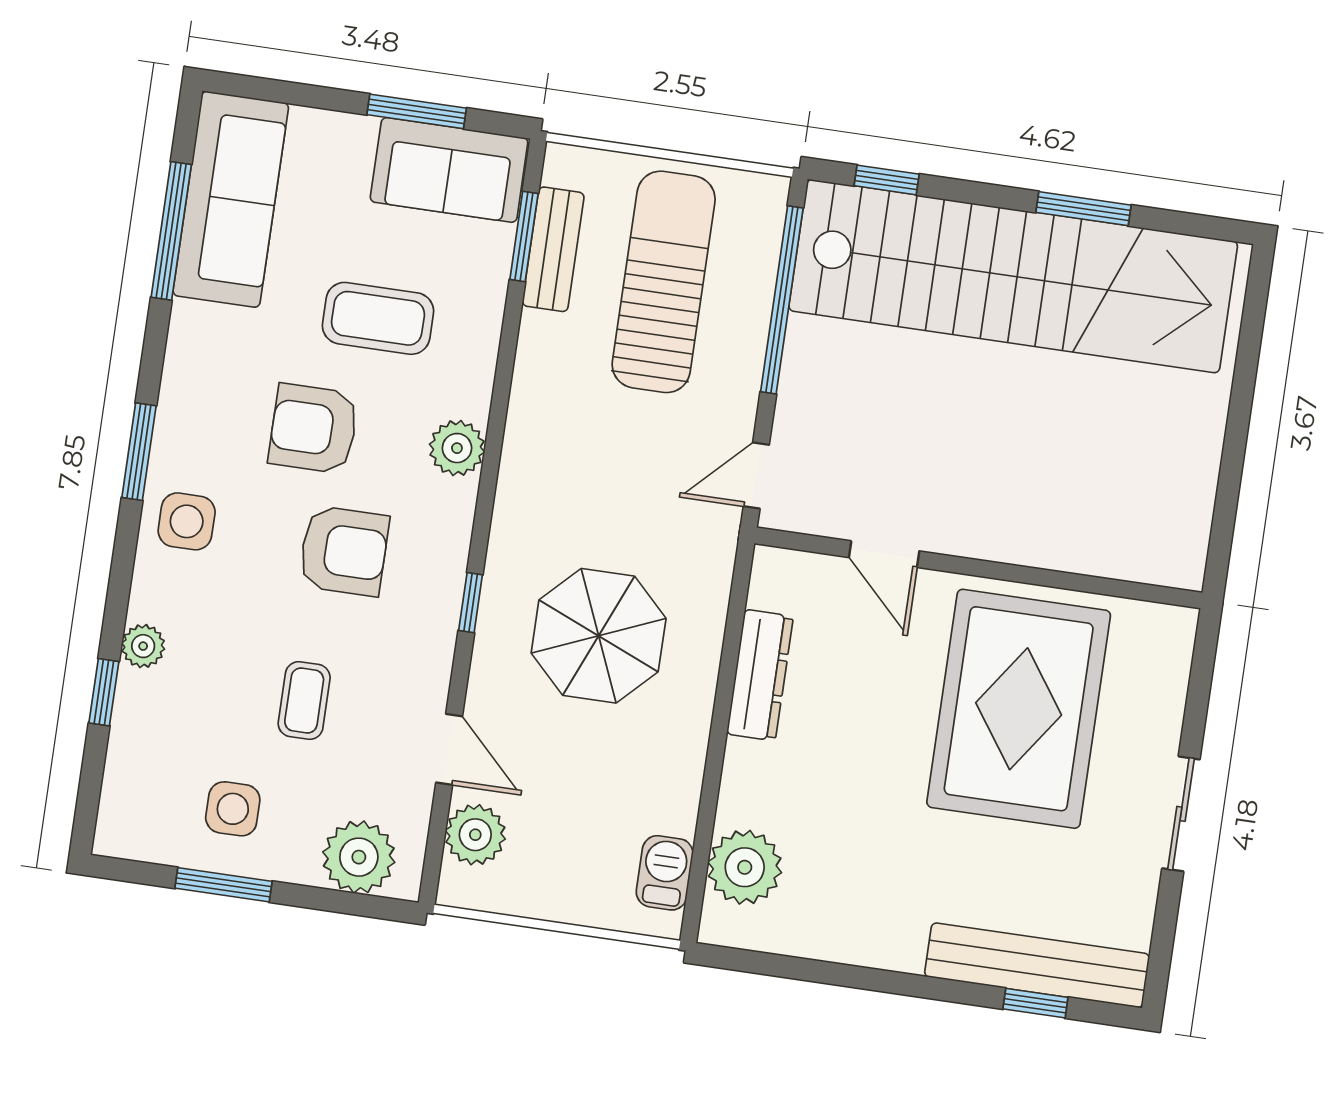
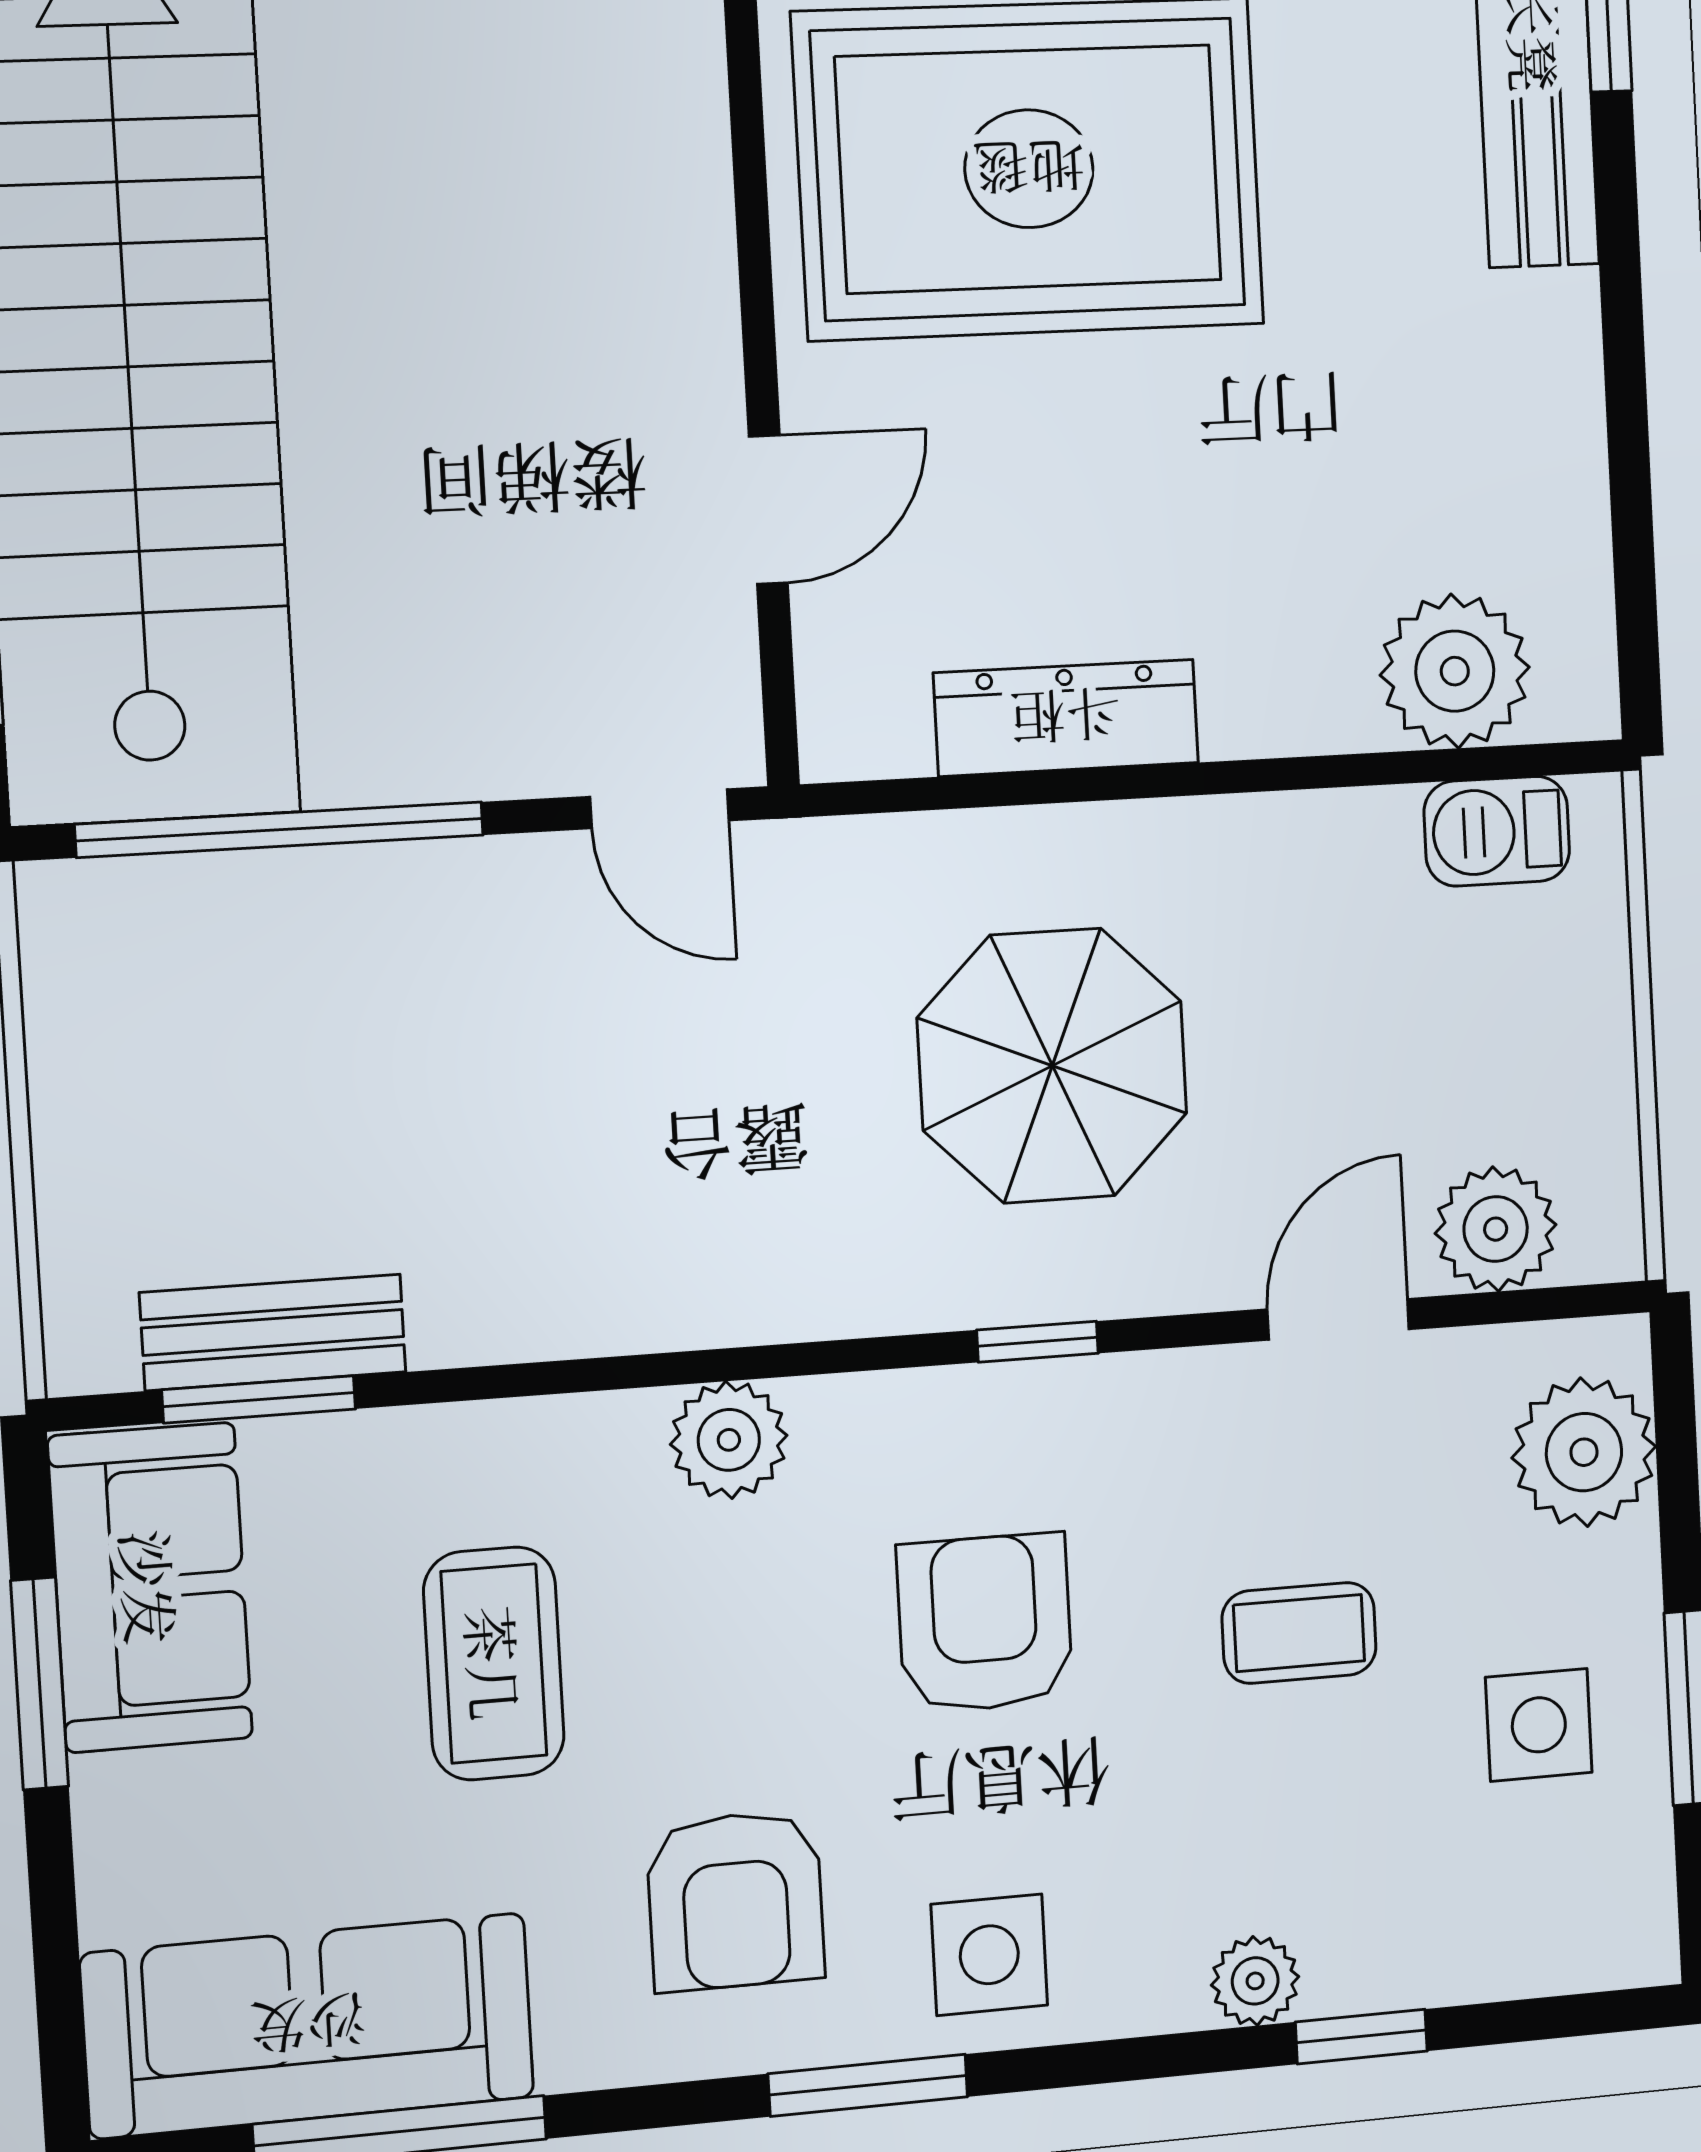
sun lounger: (664, 282) -> (294, 1086), removed
armchair: (314, 429) -> (736, 1901), moved

